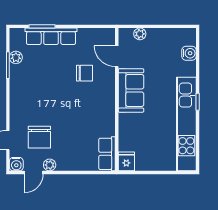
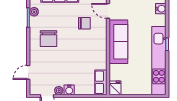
sofa: (131, 90) -> (118, 42), width x1.36
chair: (39, 137) -> (48, 39), moved
water cooler: (16, 164) -> (69, 90), moved

